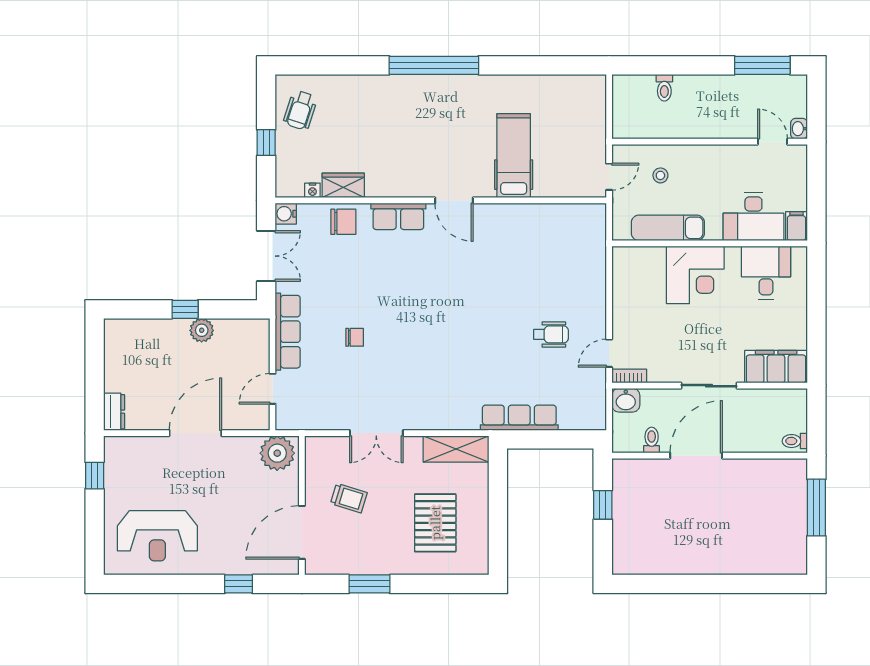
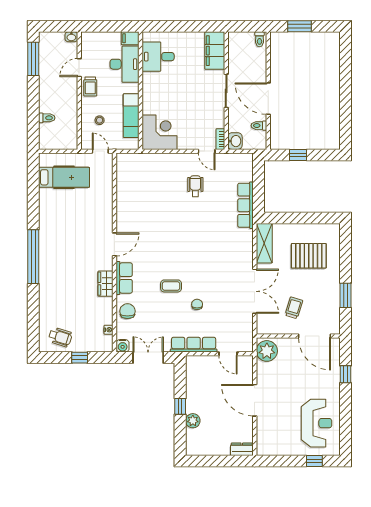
door: (773, 142) -> (79, 68), moved
hospital bed: (514, 156) -> (64, 177), moved, turned 180
trolley: (716, 160) -> (90, 87), added
wardrobe: (343, 185) -> (106, 284), moved
corner desk: (695, 275) -> (159, 132), moved
coffee table: (385, 294) -> (171, 286), added
plant: (202, 330) -> (193, 421), moved
double door: (376, 433) -> (255, 291), width x1.37
window: (95, 476) -> (314, 461), moved
window: (816, 508) -> (300, 26), width x0.69

